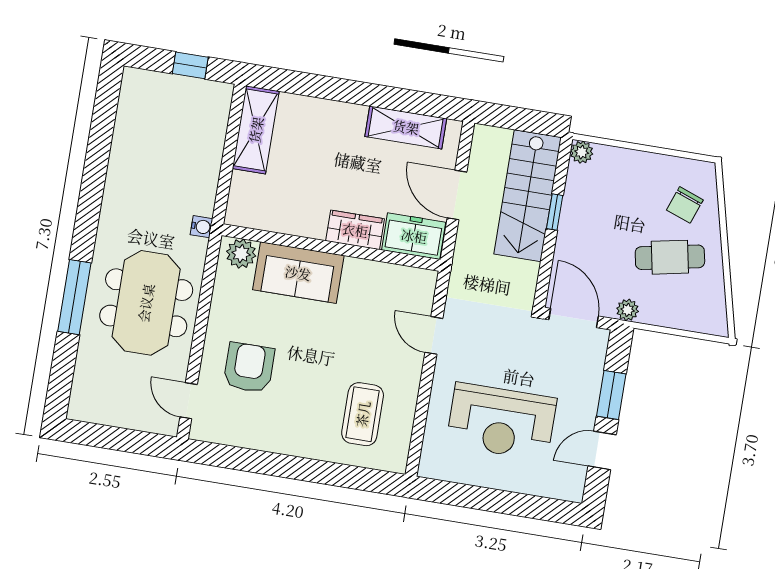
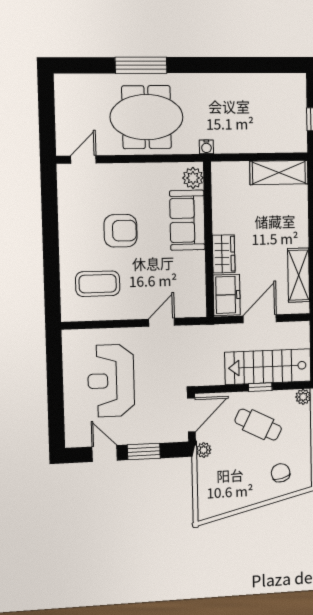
chair: (685, 205) -> (281, 473), turned 56
cafe table: (670, 257) -> (258, 425), moved, turned -52
armchair: (249, 368) -> (120, 231), moved

